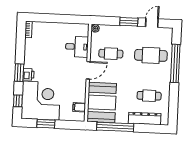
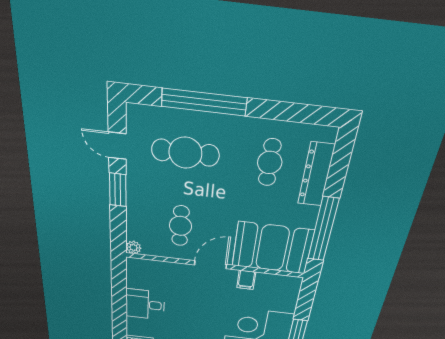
desk: (77, 47) -> (145, 304), moved, turned -90
cafe table: (151, 55) -> (185, 153), turned 90
door: (88, 70) -> (211, 265), hinge flipped
filing cabinet: (79, 107) -> (246, 280), moved

